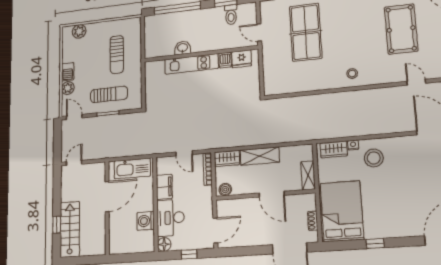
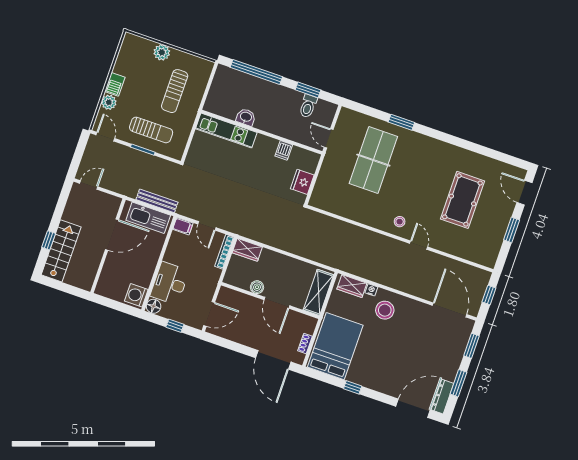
plant: (79, 31) -> (162, 52), moved
fridge: (242, 59) -> (302, 182), moved, turned 90
kitchen unit: (191, 64) -> (226, 131), moved
door: (416, 82) -> (419, 245), moved
bench: (134, 151) -> (157, 201), added
shelving: (260, 156) -> (280, 262), removed
shelving: (308, 175) -> (318, 292), width x1.50, depth x1.33
filing cabinet: (164, 187) -> (183, 226), moved, width x0.50
boiler: (225, 190) -> (257, 287), moved
washing machine: (146, 221) -> (136, 295), moved

